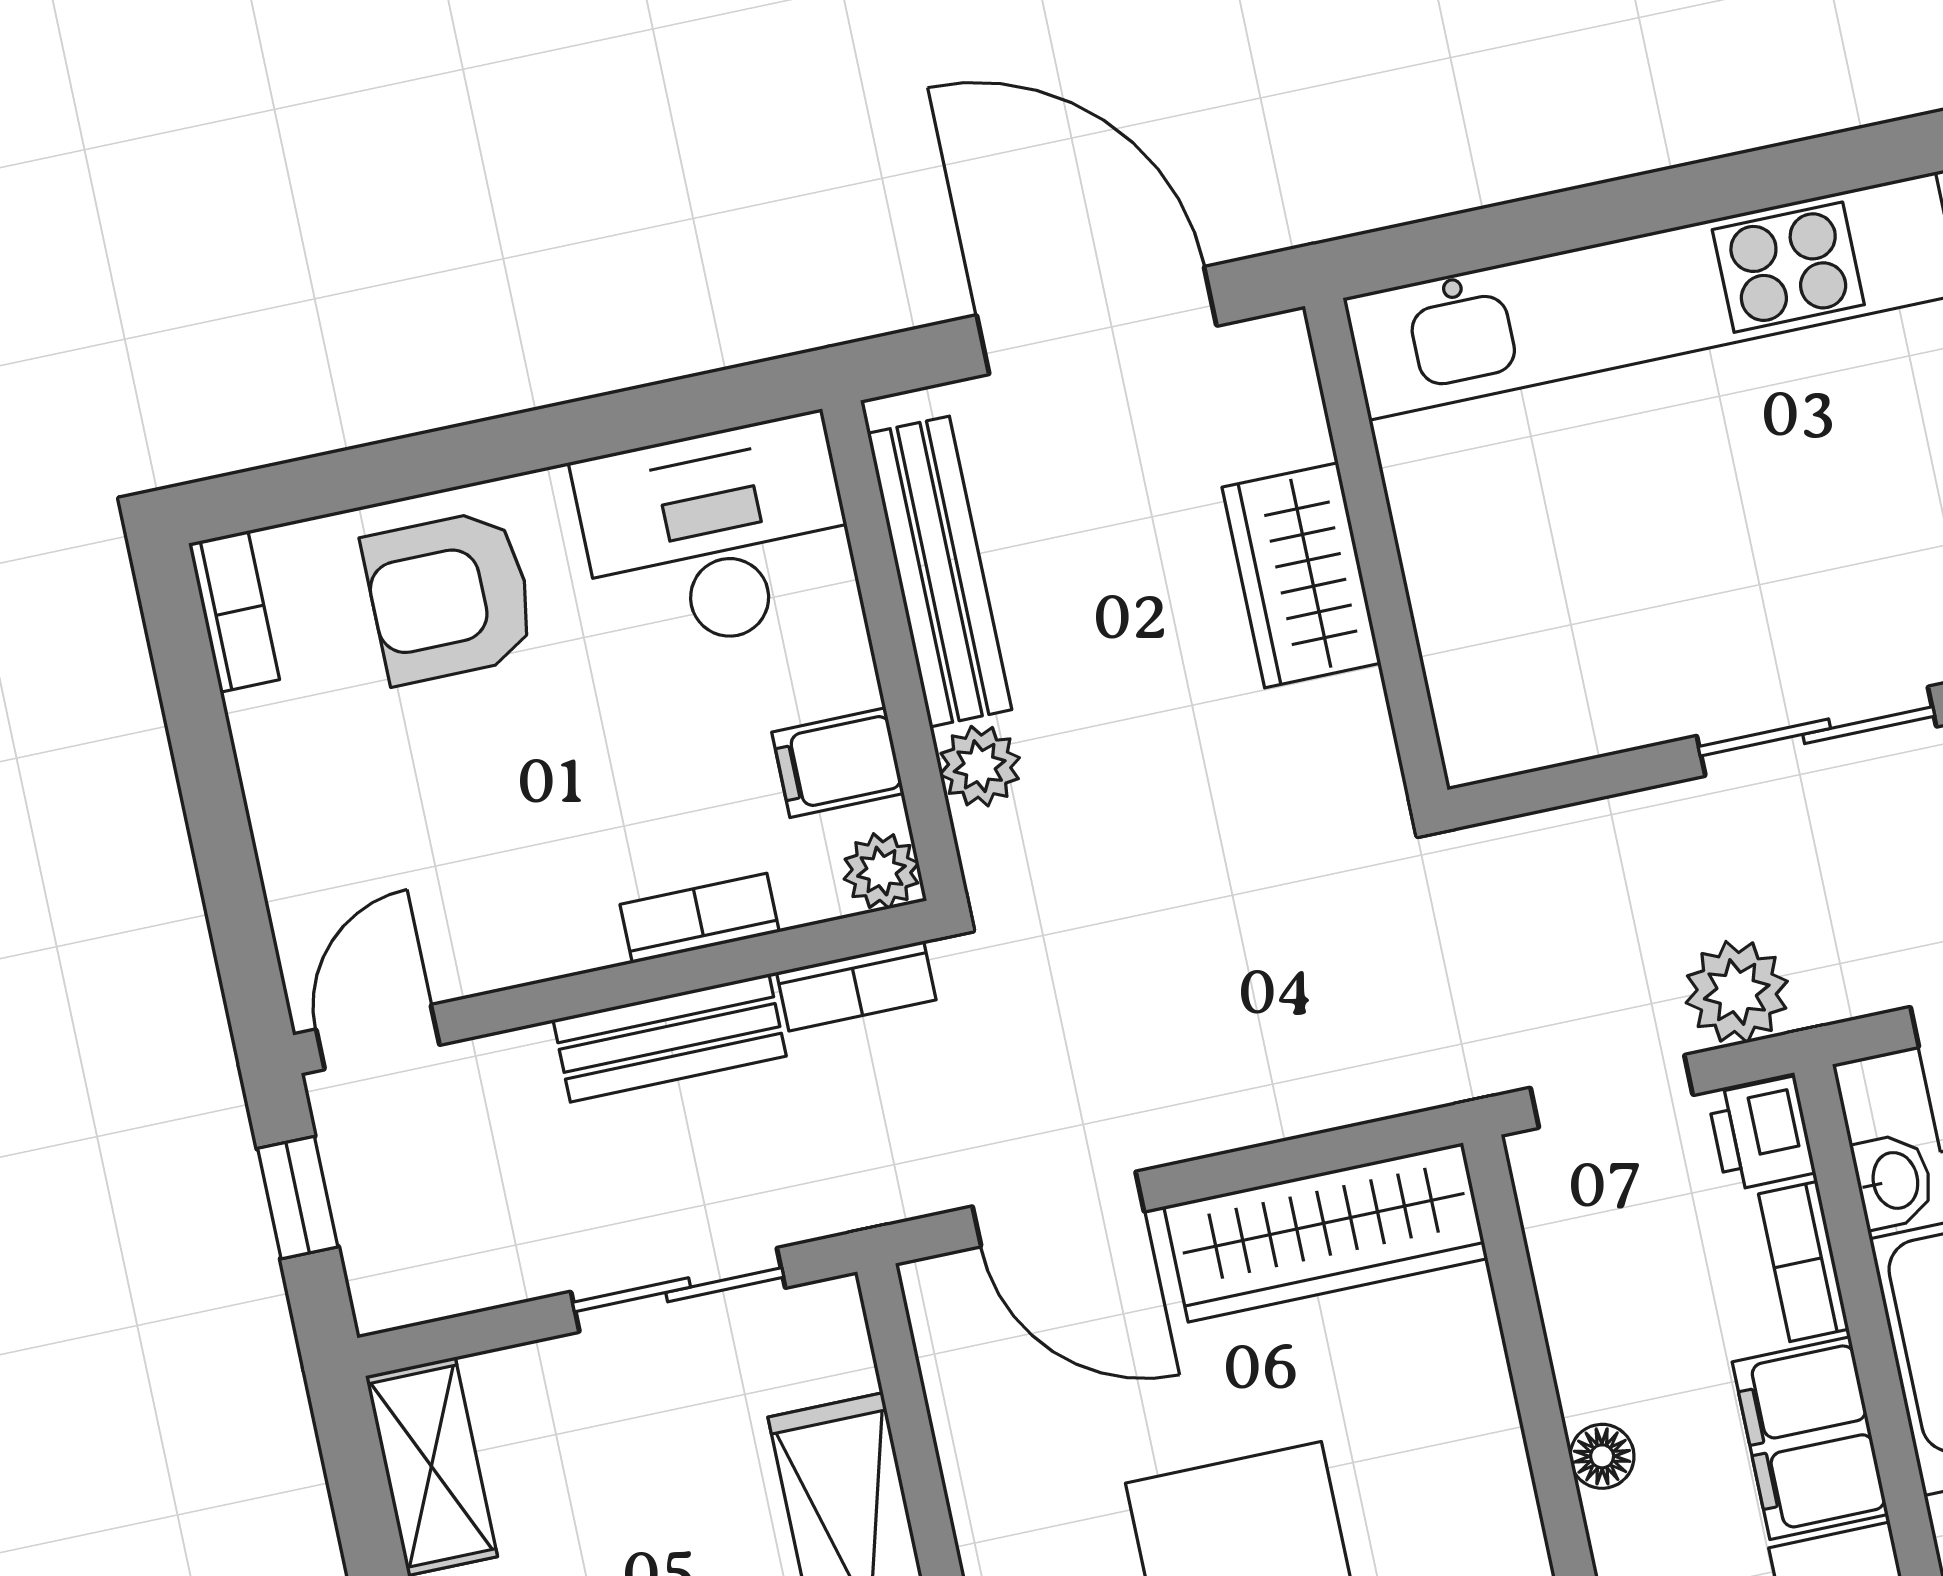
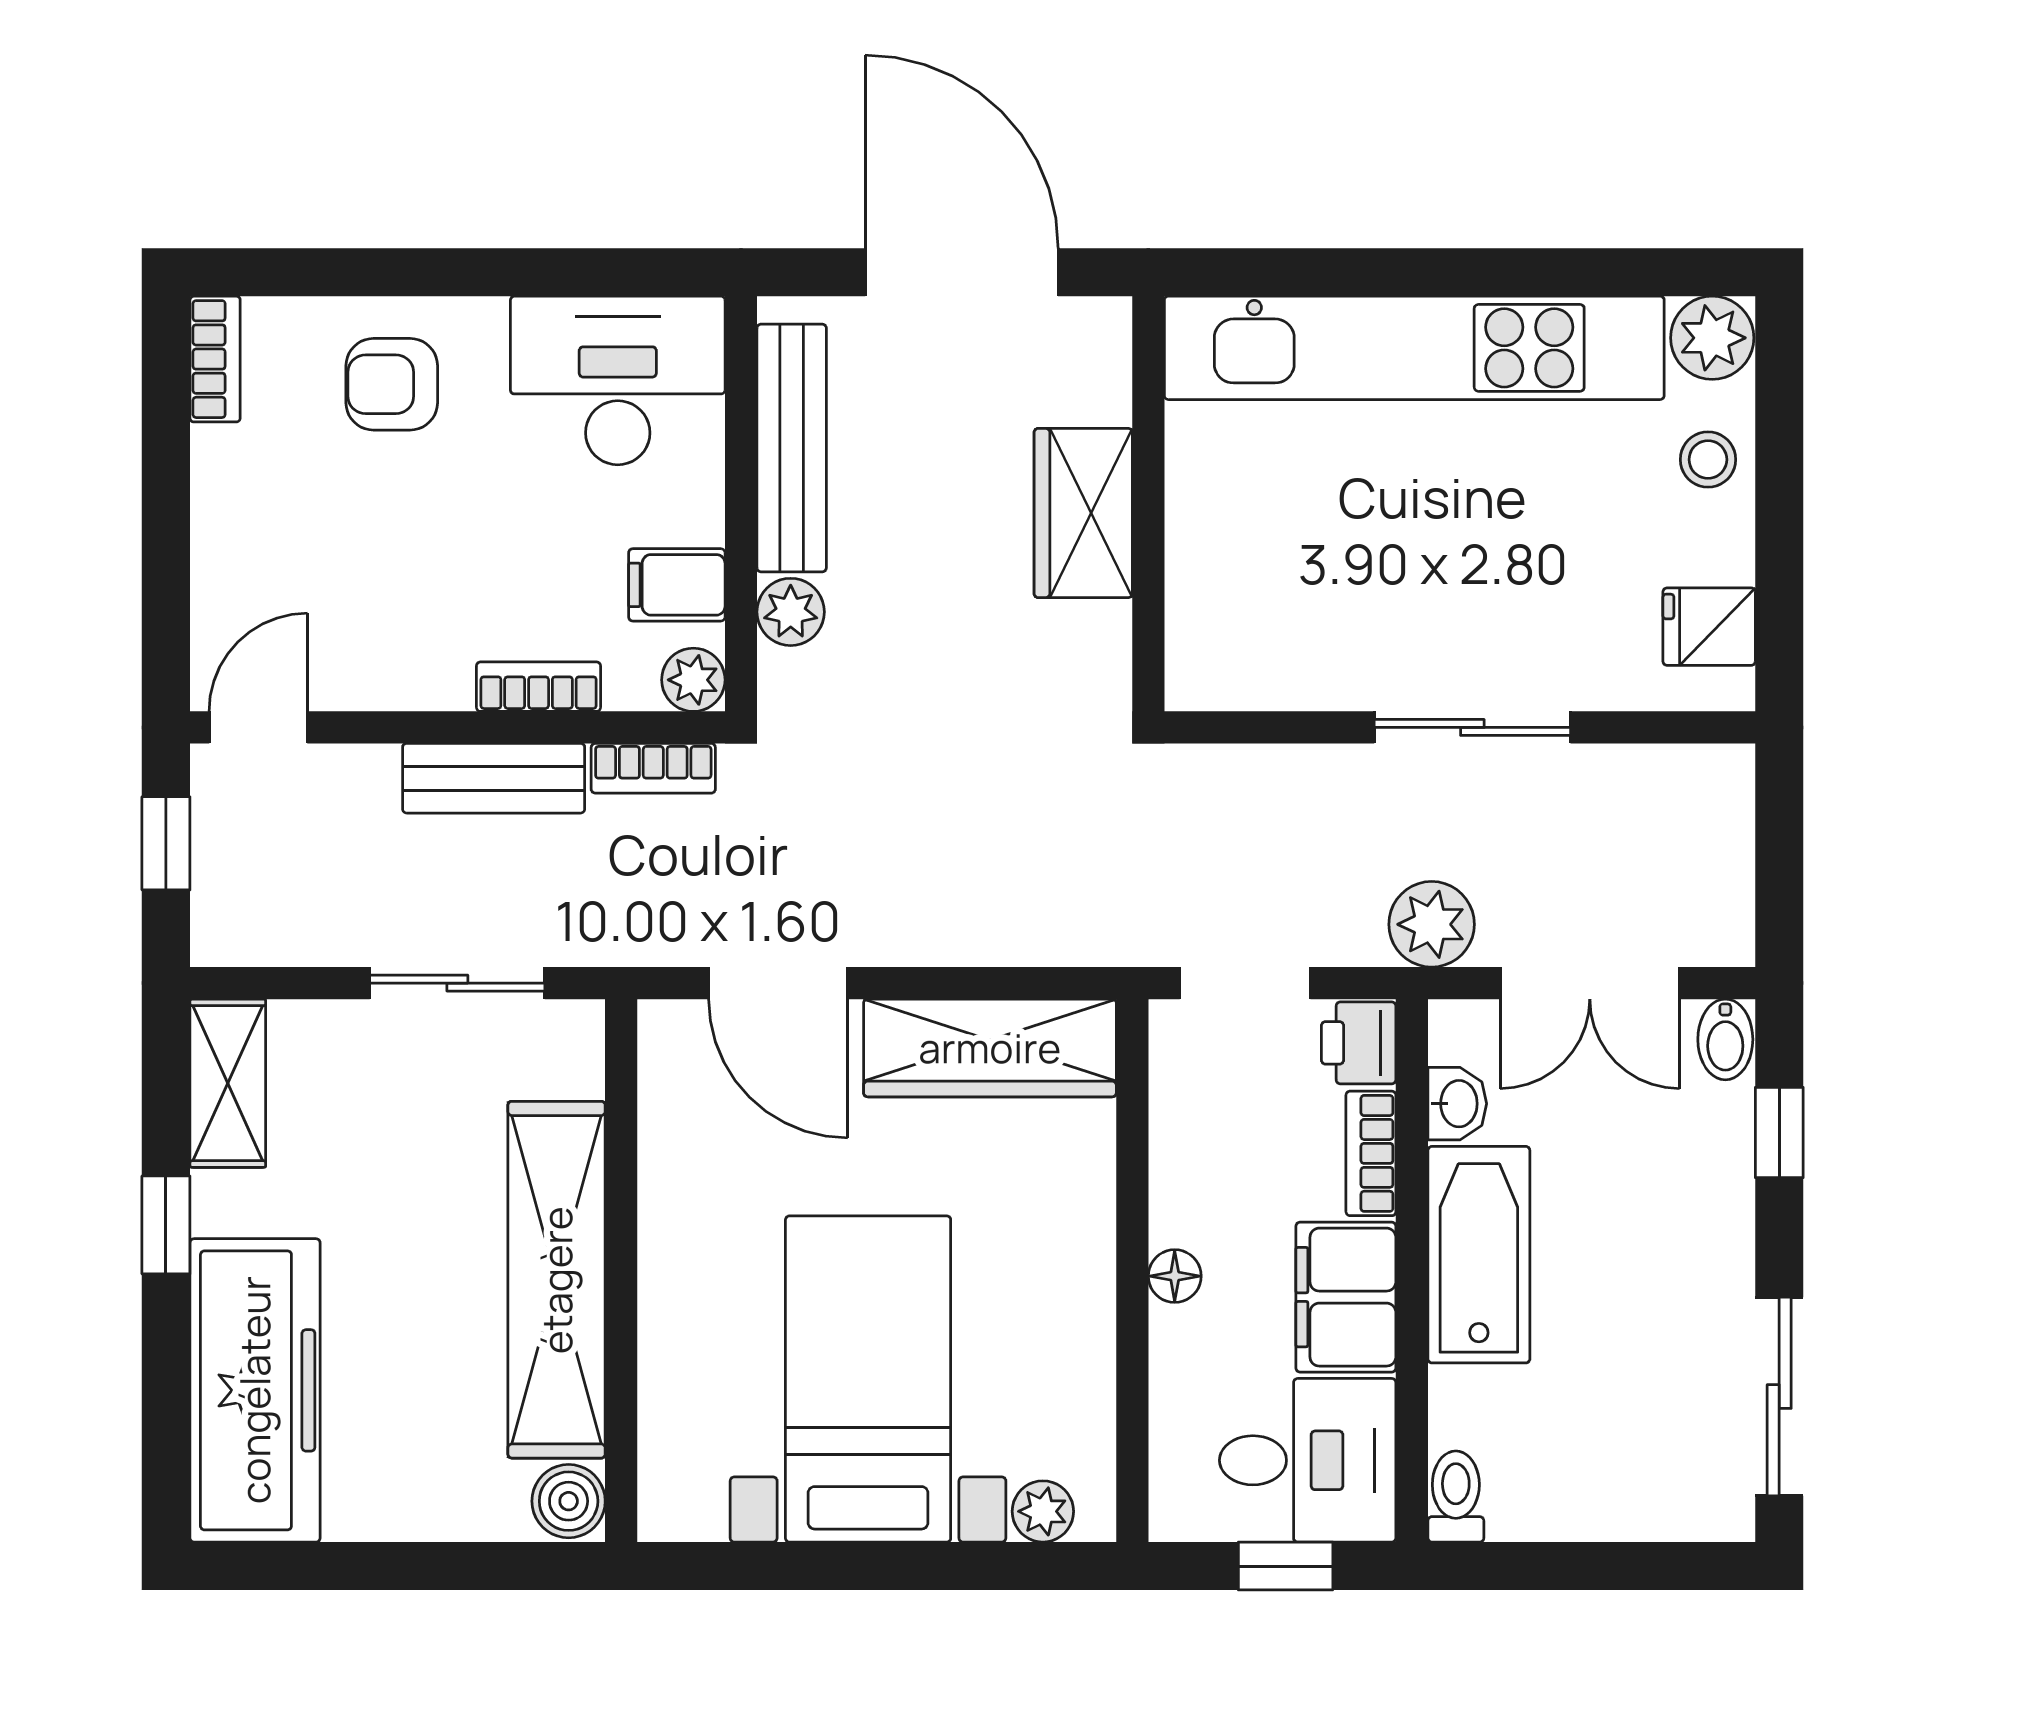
armchair: (450, 597) -> (392, 384), width x0.72, depth x0.72
plant: (1737, 992) -> (1432, 924), moved

